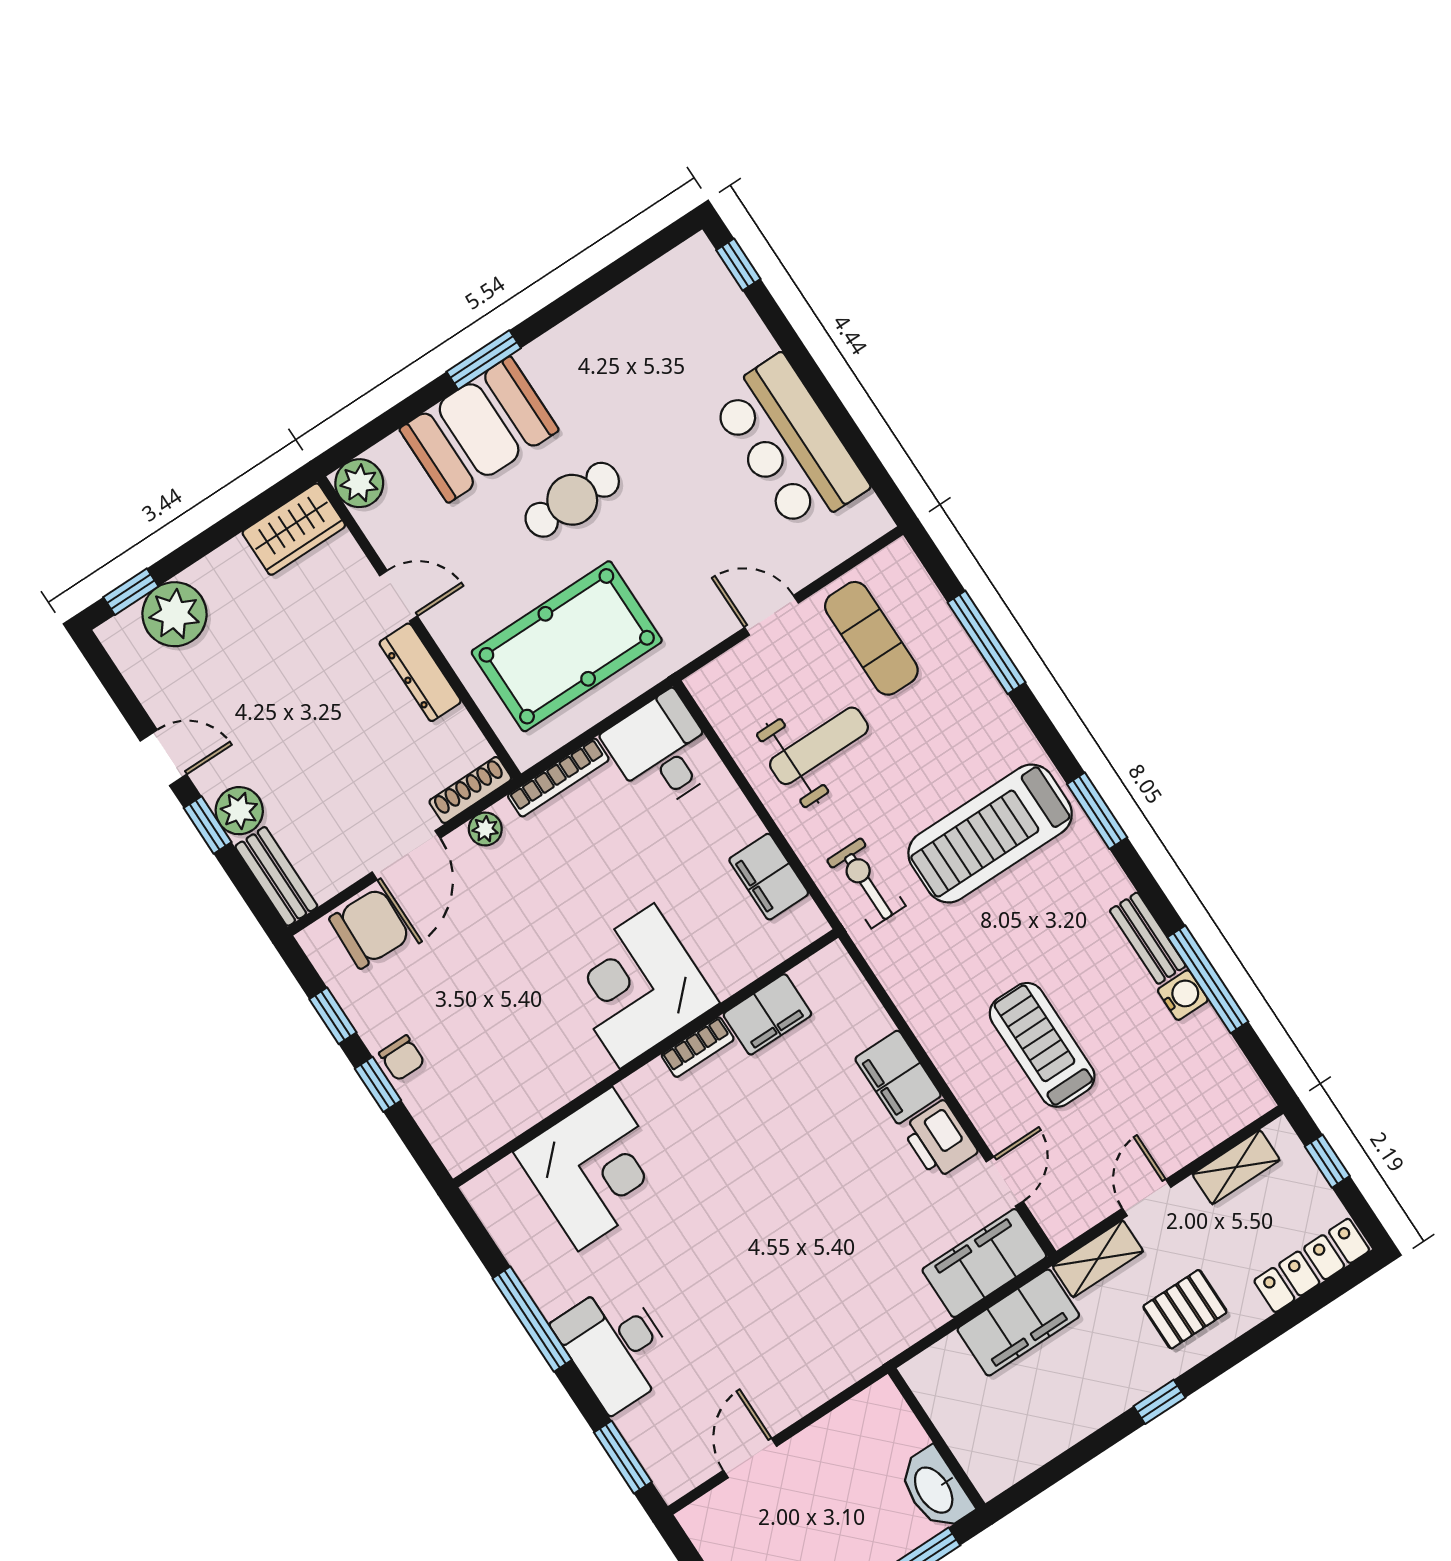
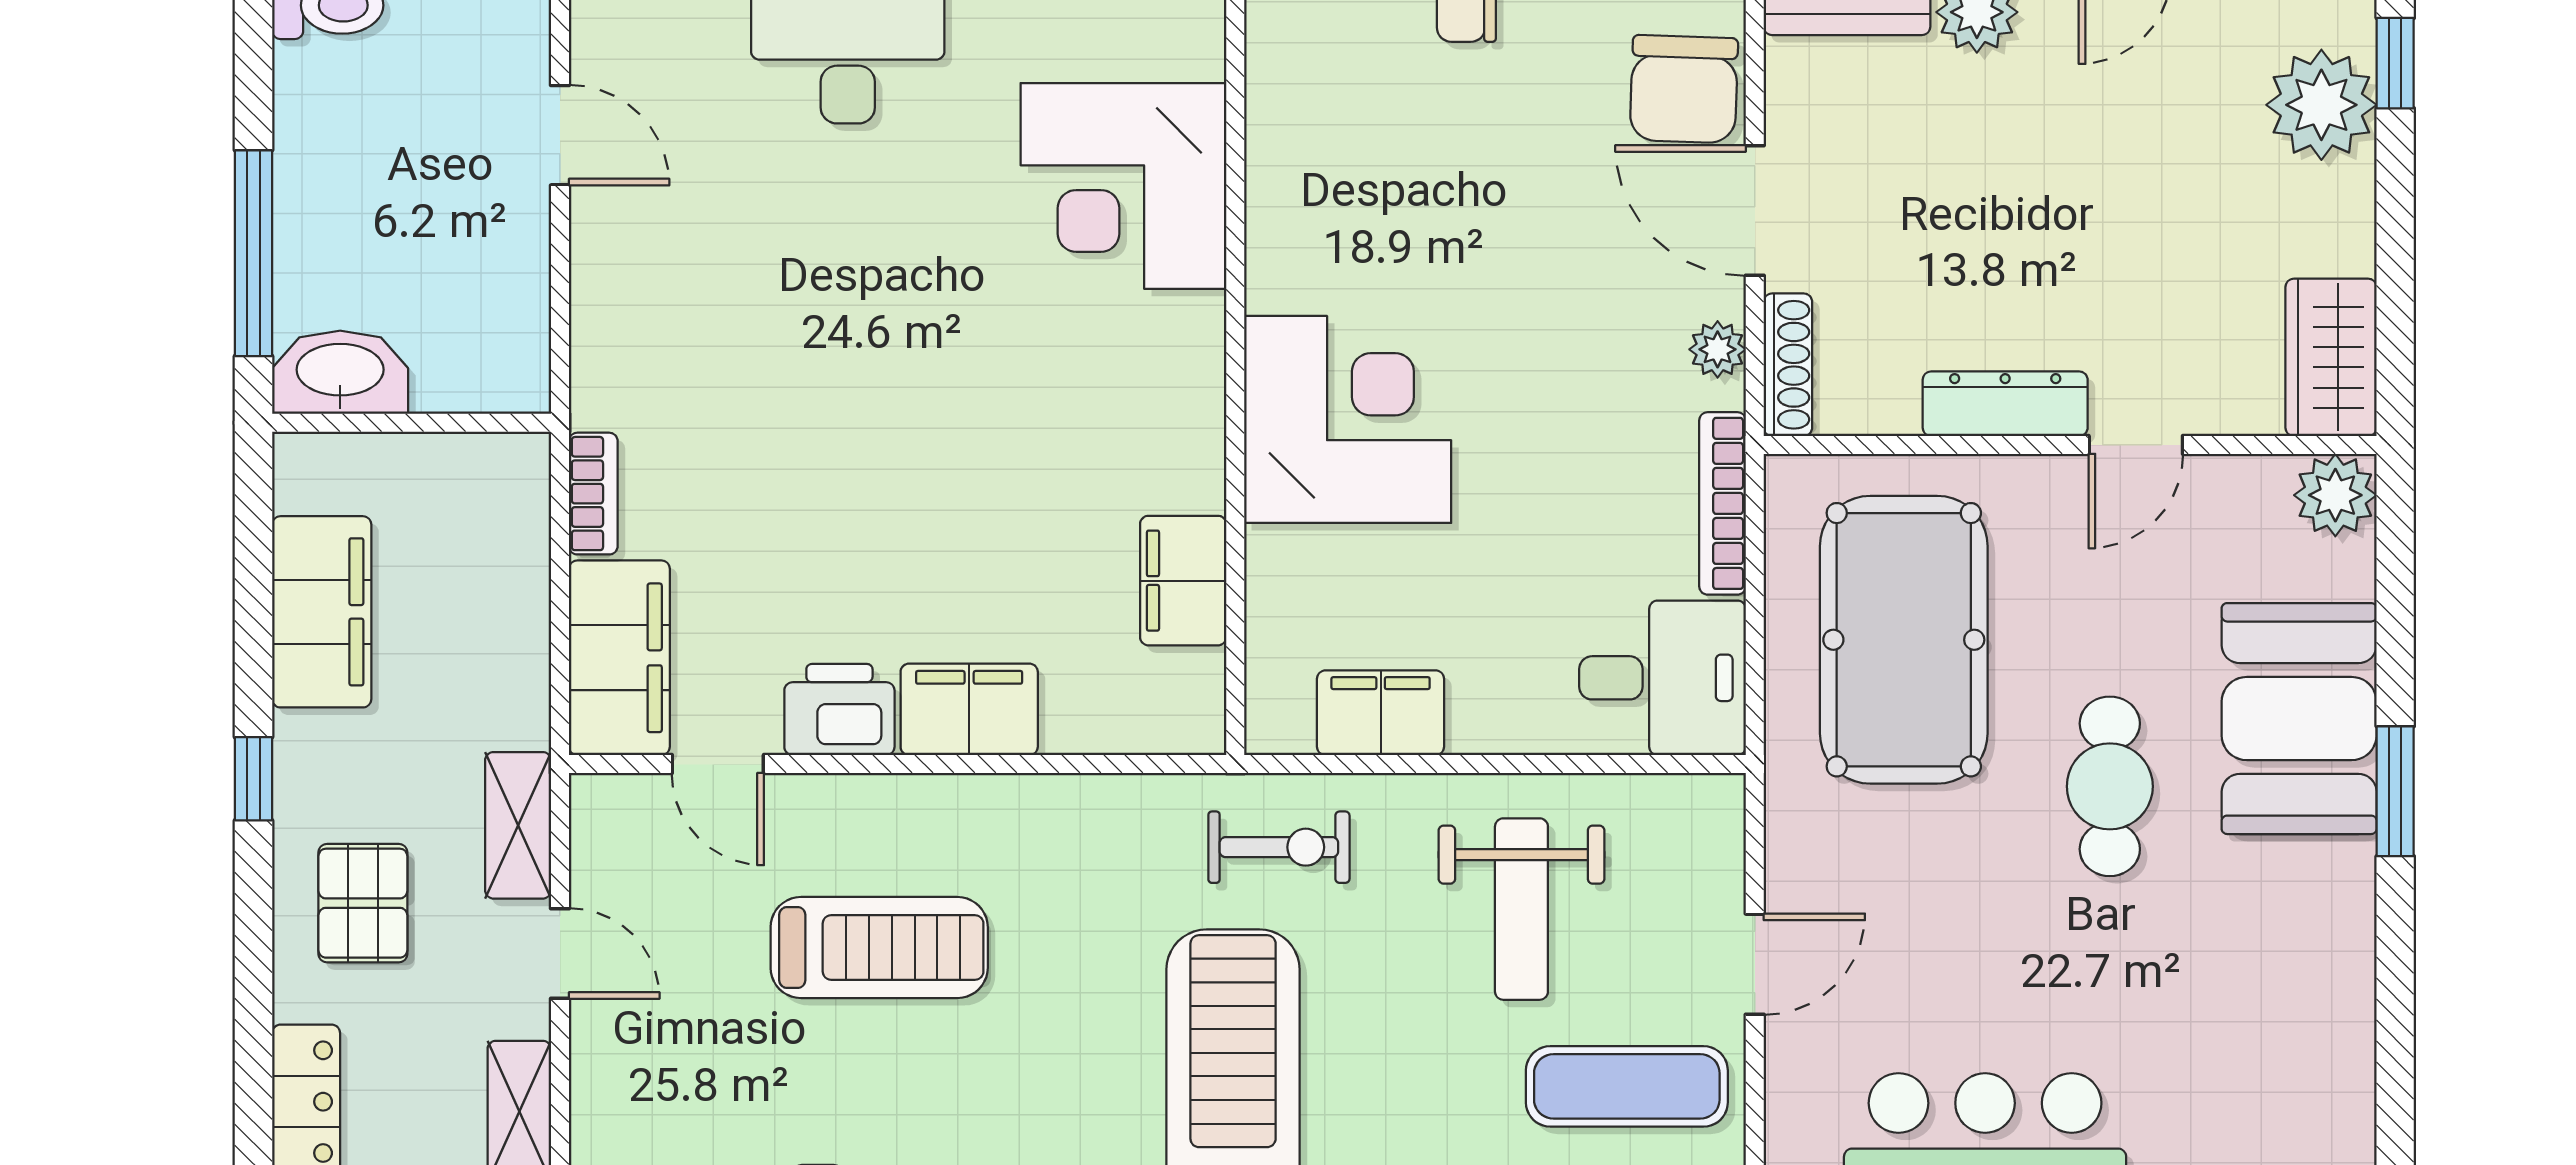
bookcase: (698, 1047) -> (593, 494), moved, turned 180
filing cabinet: (1018, 1323) -> (322, 612), moved, turned 180

